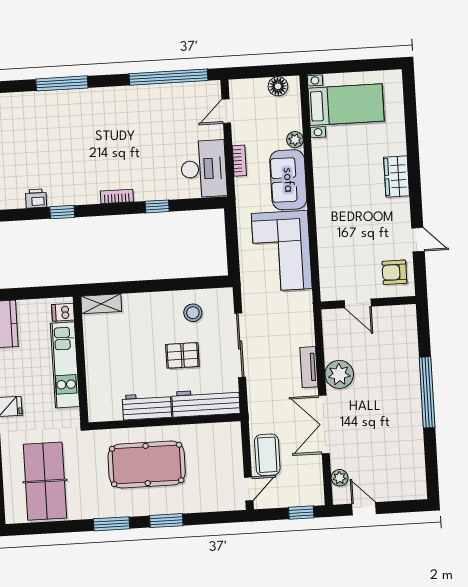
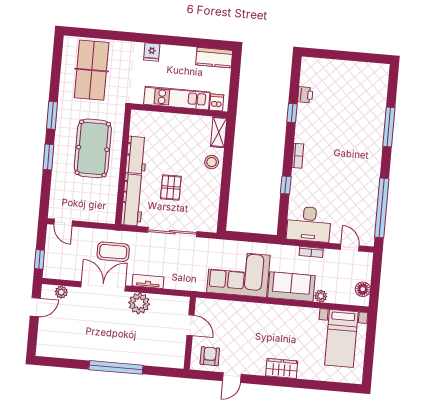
door: (358, 303) -> (191, 325), swing flipped
stool: (193, 313) -> (212, 162), moved
coffee table: (267, 455) -> (113, 252), moved
table tennis table: (45, 481) -> (92, 70), turned 90

